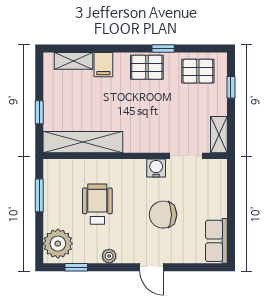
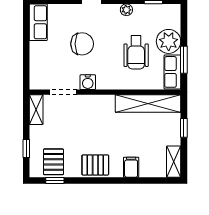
window: (163, 48) -> (55, 180), moved
shelving: (74, 61) -> (174, 162), moved, turned 90
pallet: (198, 71) -> (53, 162), turned 90
row of seats: (53, 180) -> (172, 72), added
plant: (58, 244) -> (169, 41), moved

